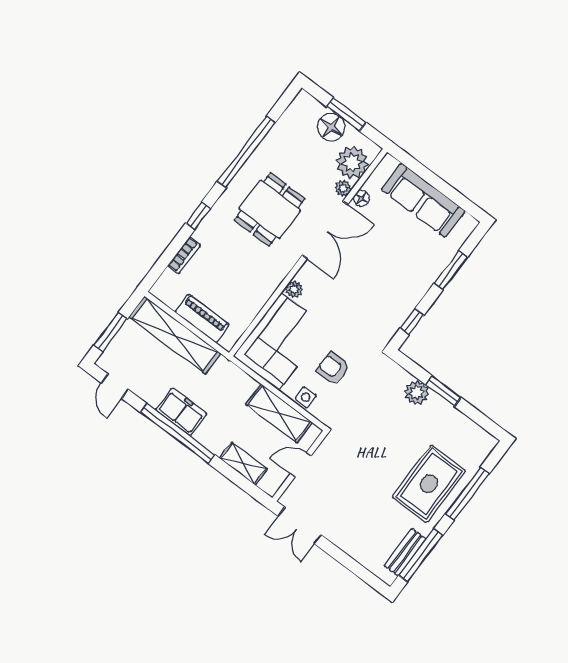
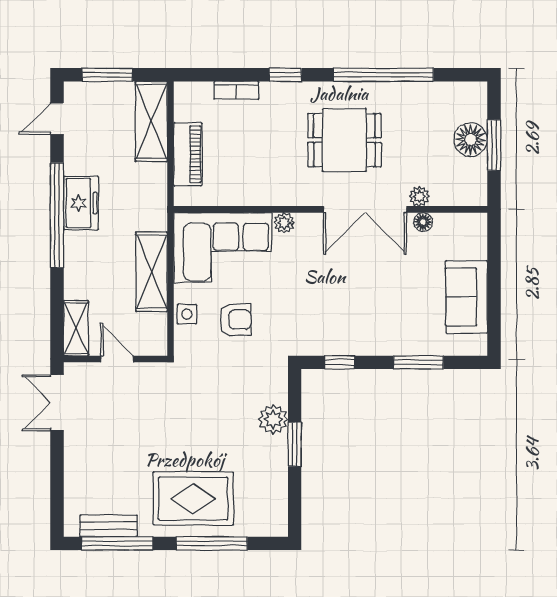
plant: (352, 163) -> (451, 186), removed
sofa: (423, 200) -> (467, 297), width x0.73
shelving: (175, 335) -> (151, 121), width x0.68
armchair: (333, 368) -> (236, 320), turned 90
shelving: (279, 413) -> (152, 272), moved
shelving: (243, 464) -> (76, 328), moved

